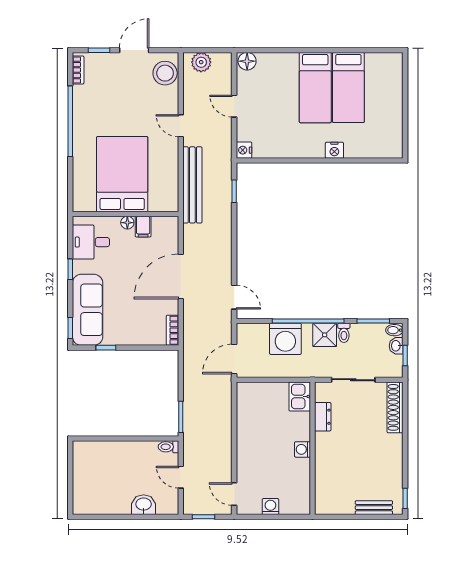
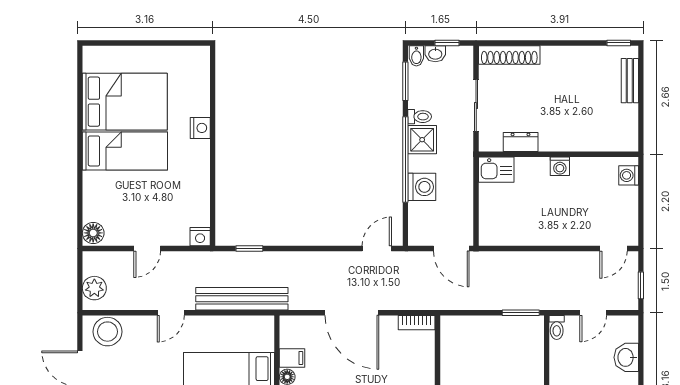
bed: (348, 87) -> (125, 102), width x1.50
washing machine: (285, 339) -> (422, 187), width x0.73, depth x0.73
washing machine: (270, 507) -> (629, 175), moved

